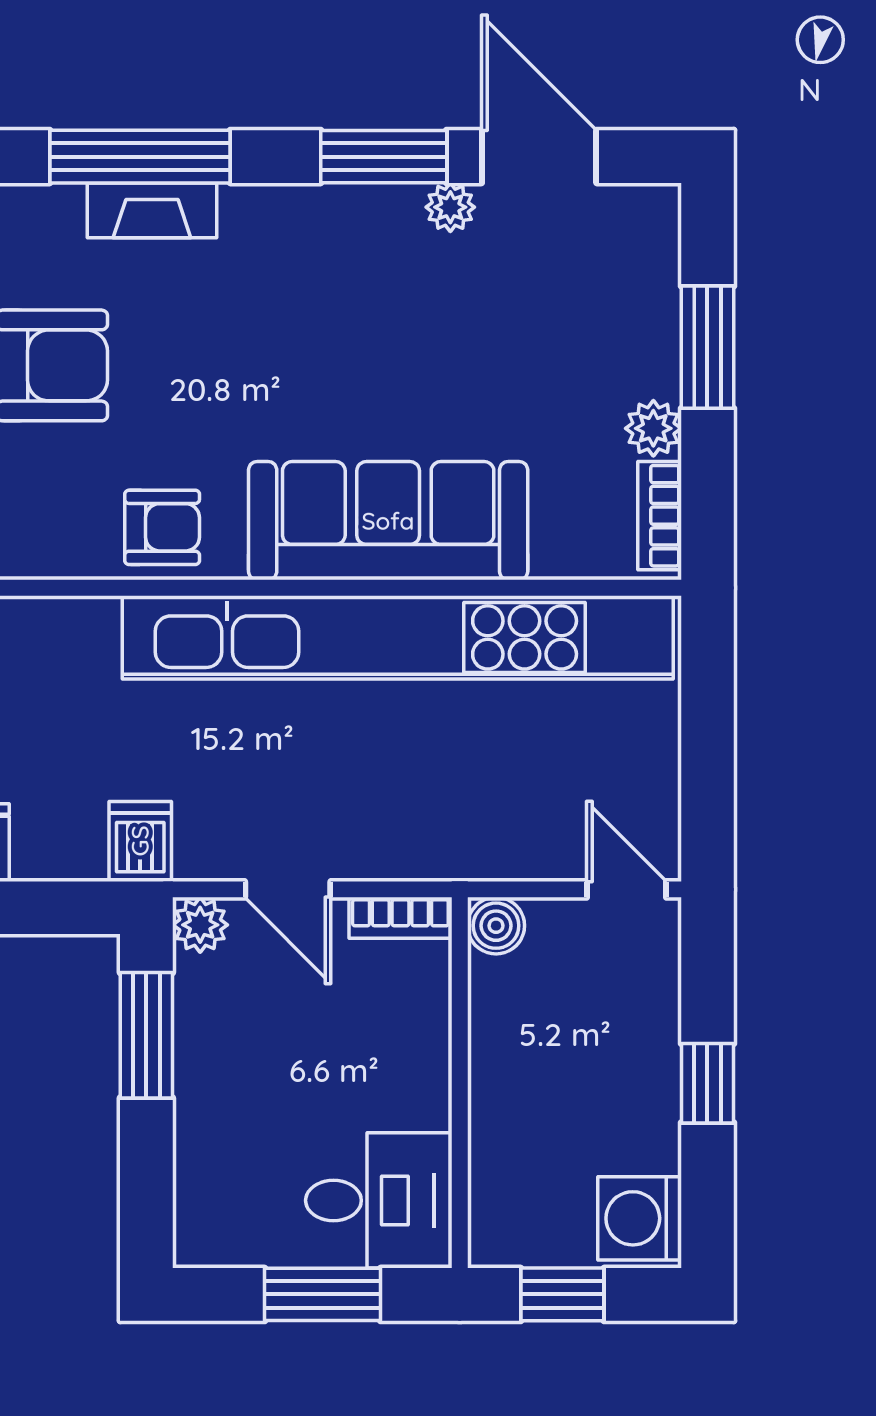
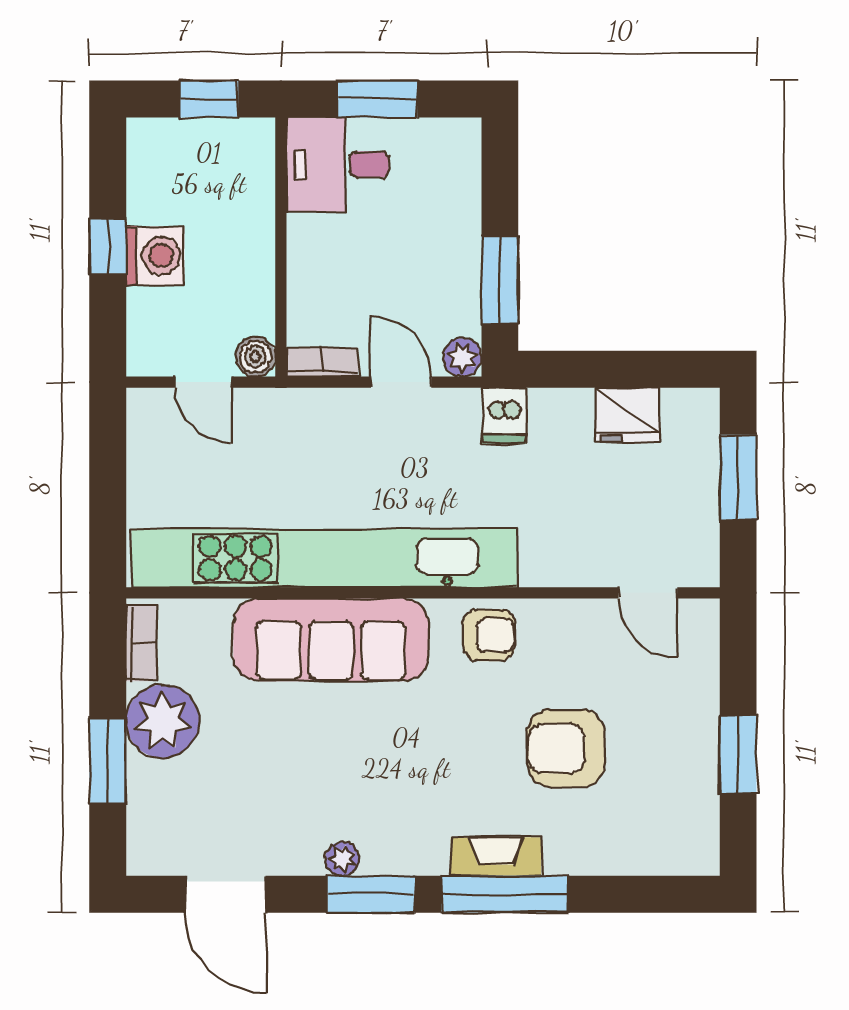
window: (384, 157) -> (371, 894), moved
plant: (450, 207) -> (342, 859), moved
plant: (653, 428) -> (163, 721), width x1.87, depth x1.87
armchair: (162, 527) -> (489, 635), turned 180
door: (627, 889) -> (204, 382), moved
washing machine: (640, 1218) -> (155, 256), moved

